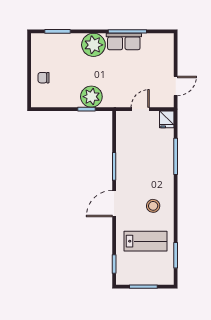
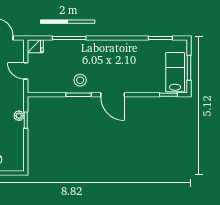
plant: (91, 97) -> (19, 116), width x0.53, depth x0.53
stool: (153, 206) -> (80, 80), moved
lab bench: (146, 241) -> (175, 72), moved

